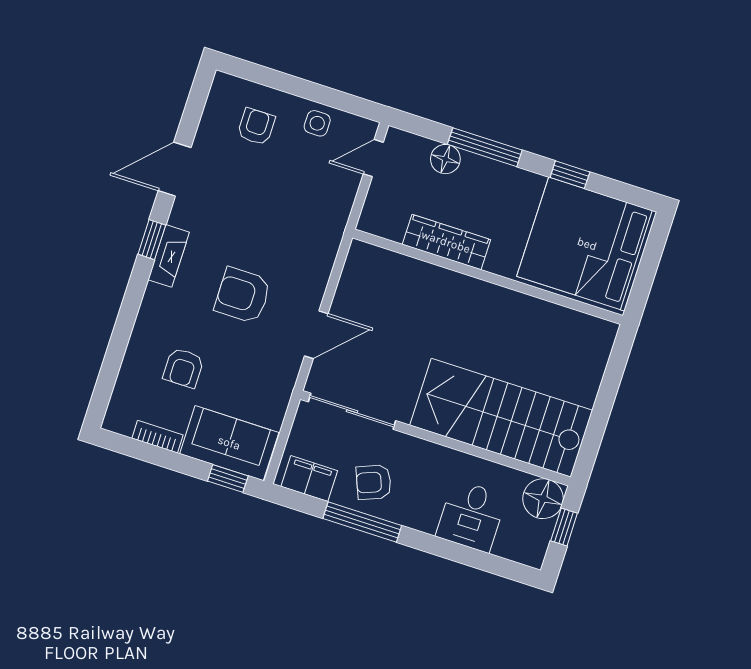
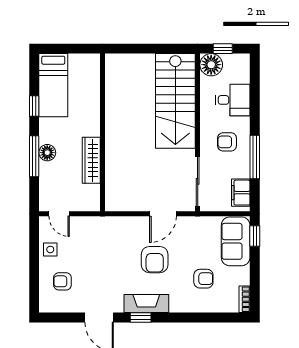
floor lamp: (445, 159) -> (47, 153), moved
bed: (587, 244) -> (53, 85), width x0.49
fireplace: (169, 256) -> (146, 304), width x1.37, depth x1.32
door: (316, 335) -> (163, 214), swing flipped
bookcase: (158, 437) -> (245, 299), moved
armchair: (374, 482) -> (227, 142), moved, turned 112

